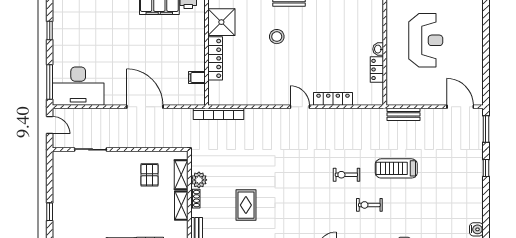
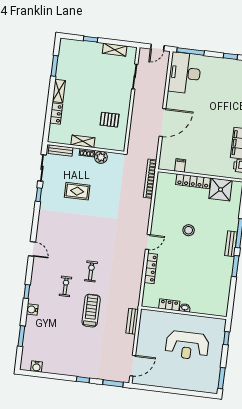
stool: (277, 37) -> (189, 230), moved
shelving: (181, 175) -> (115, 50), moved

